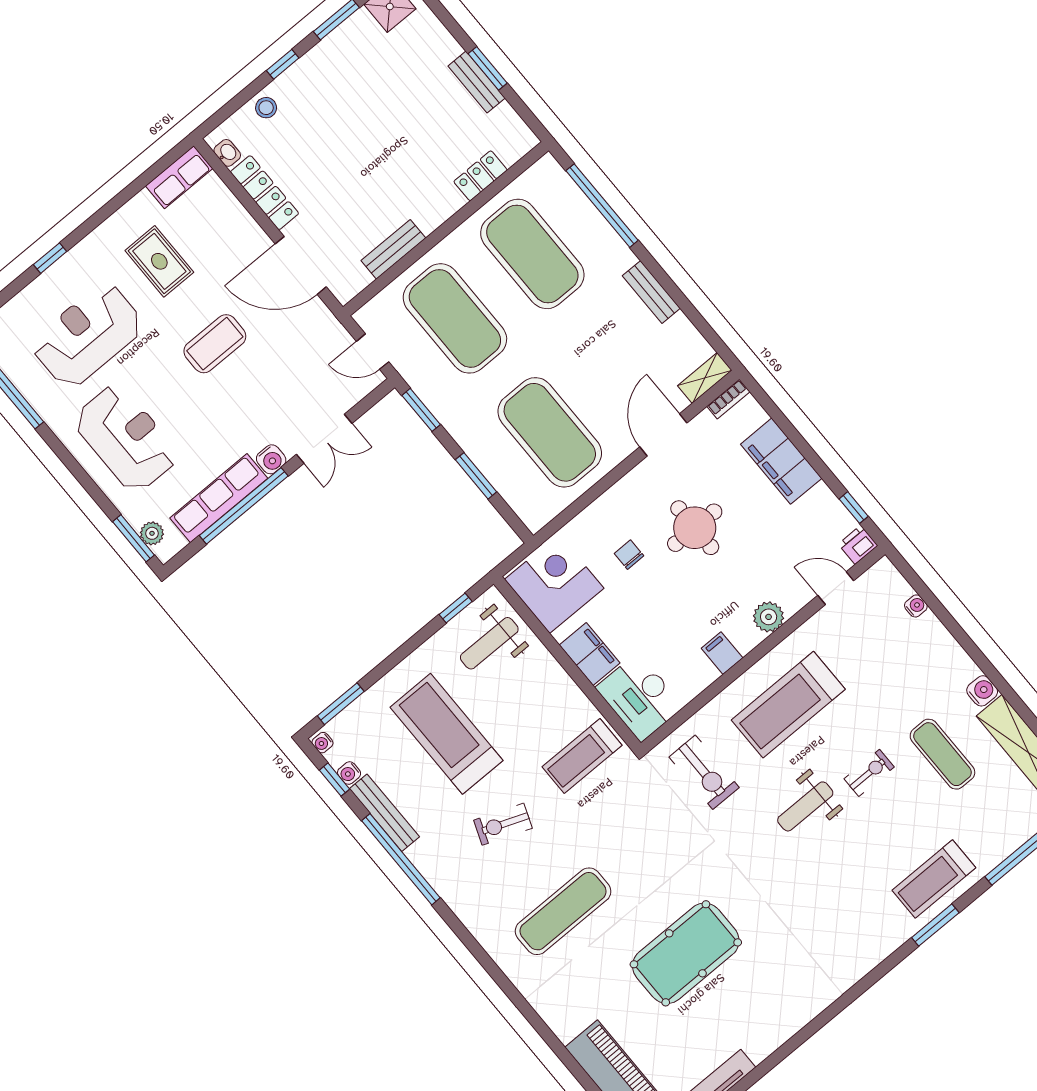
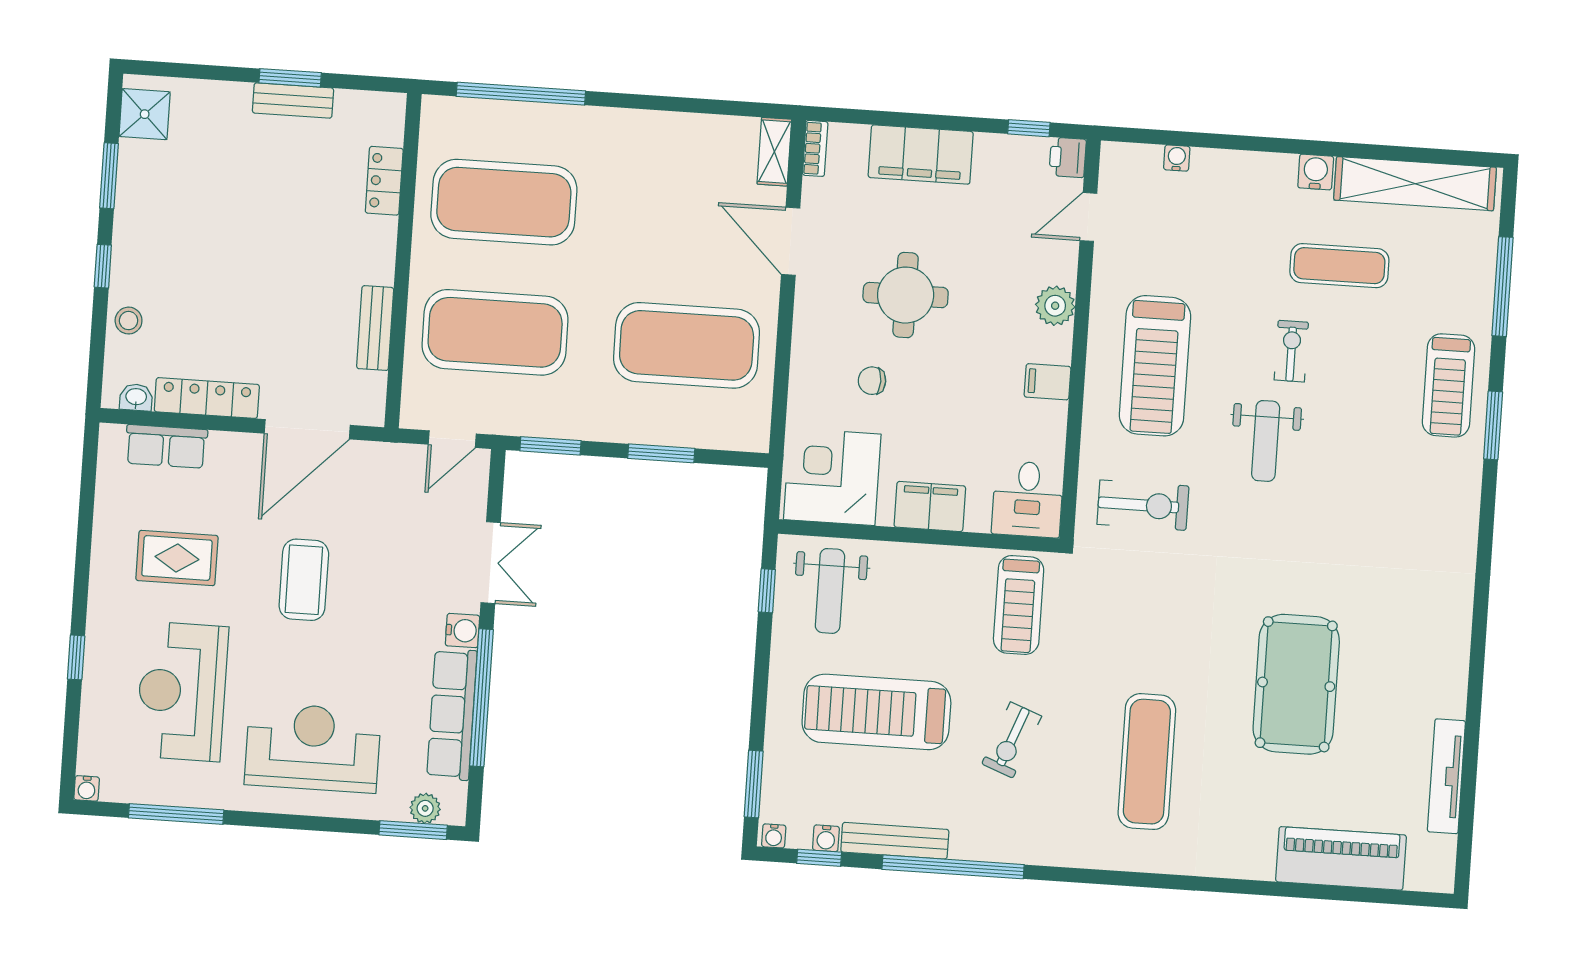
row of seats: (179, 177) -> (166, 446), moved, turned 90
bench: (651, 292) -> (646, 125), removed
desk: (640, 697) -> (1028, 499), width x0.73

